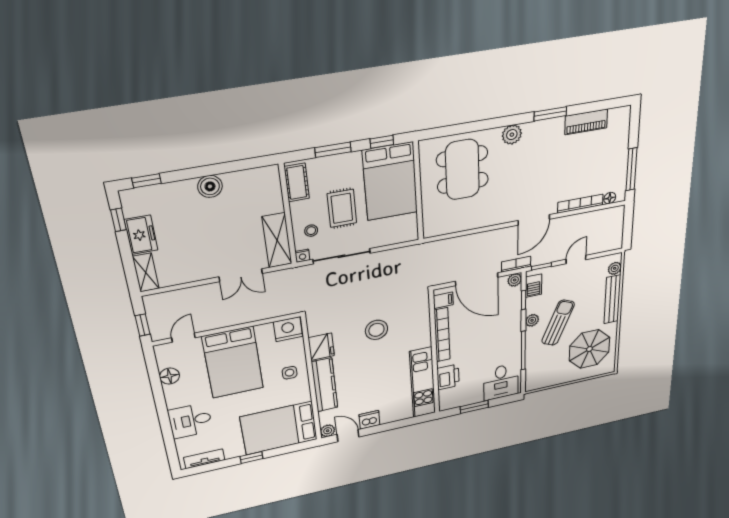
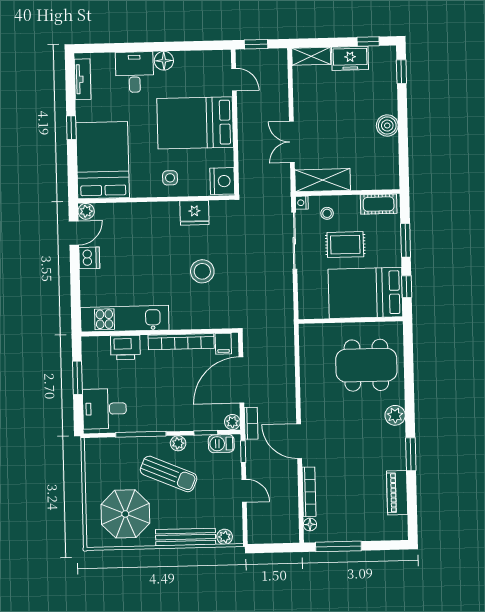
floor lamp: (169, 376) -> (164, 61), moved
kitchen counter: (325, 385) -> (146, 213), removed

